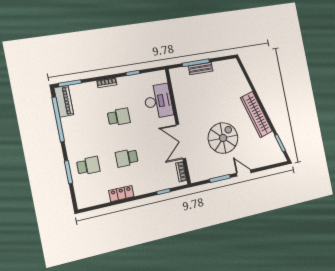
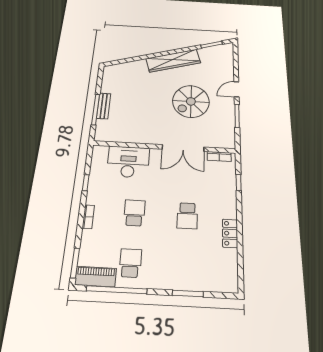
spiral stairs: (223, 138) -> (191, 101), turned -90
school desk: (88, 166) -> (130, 263), moved

